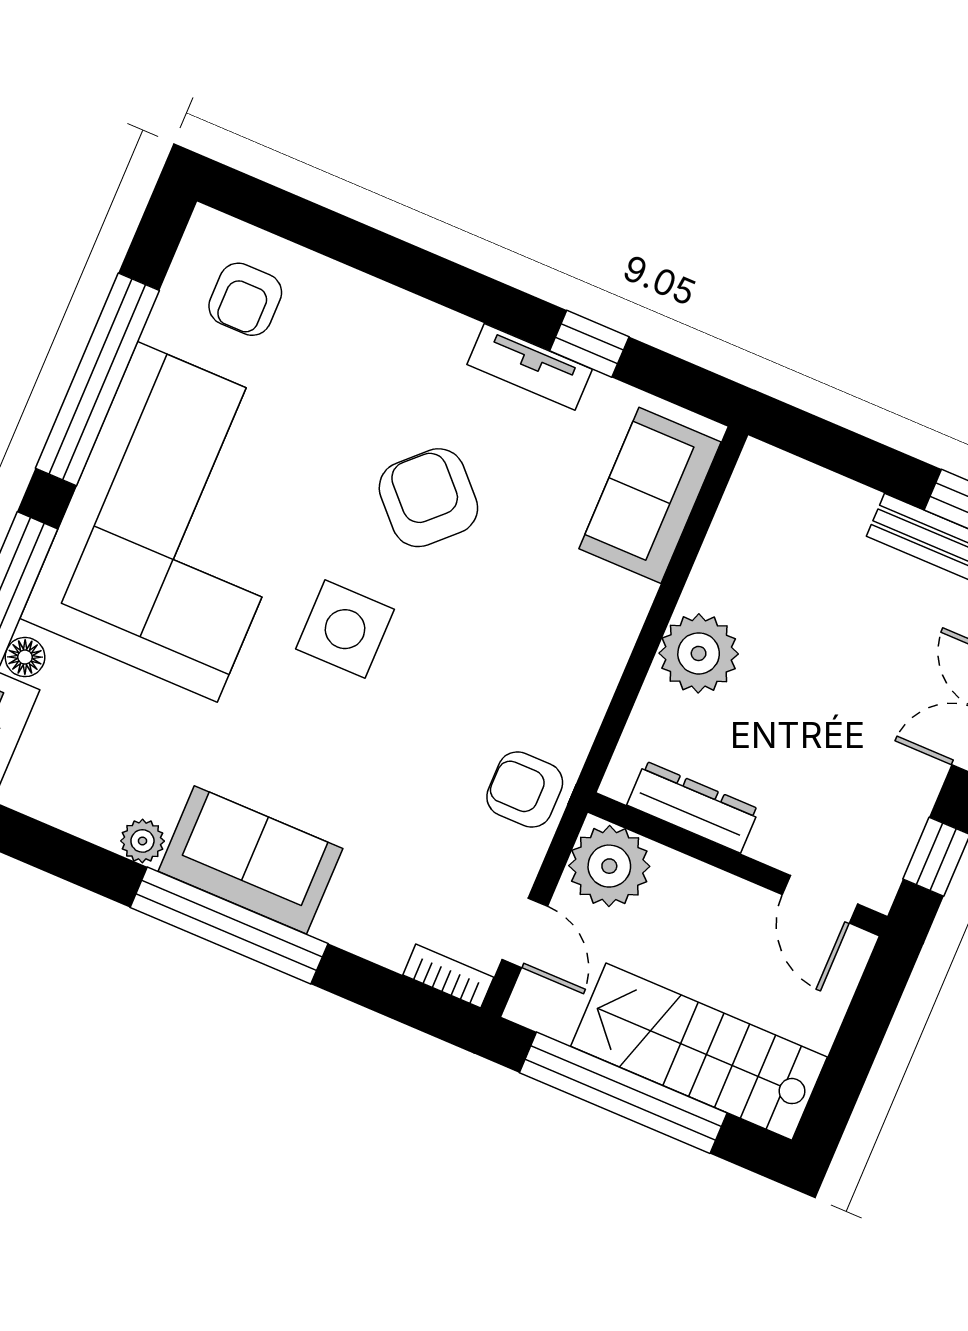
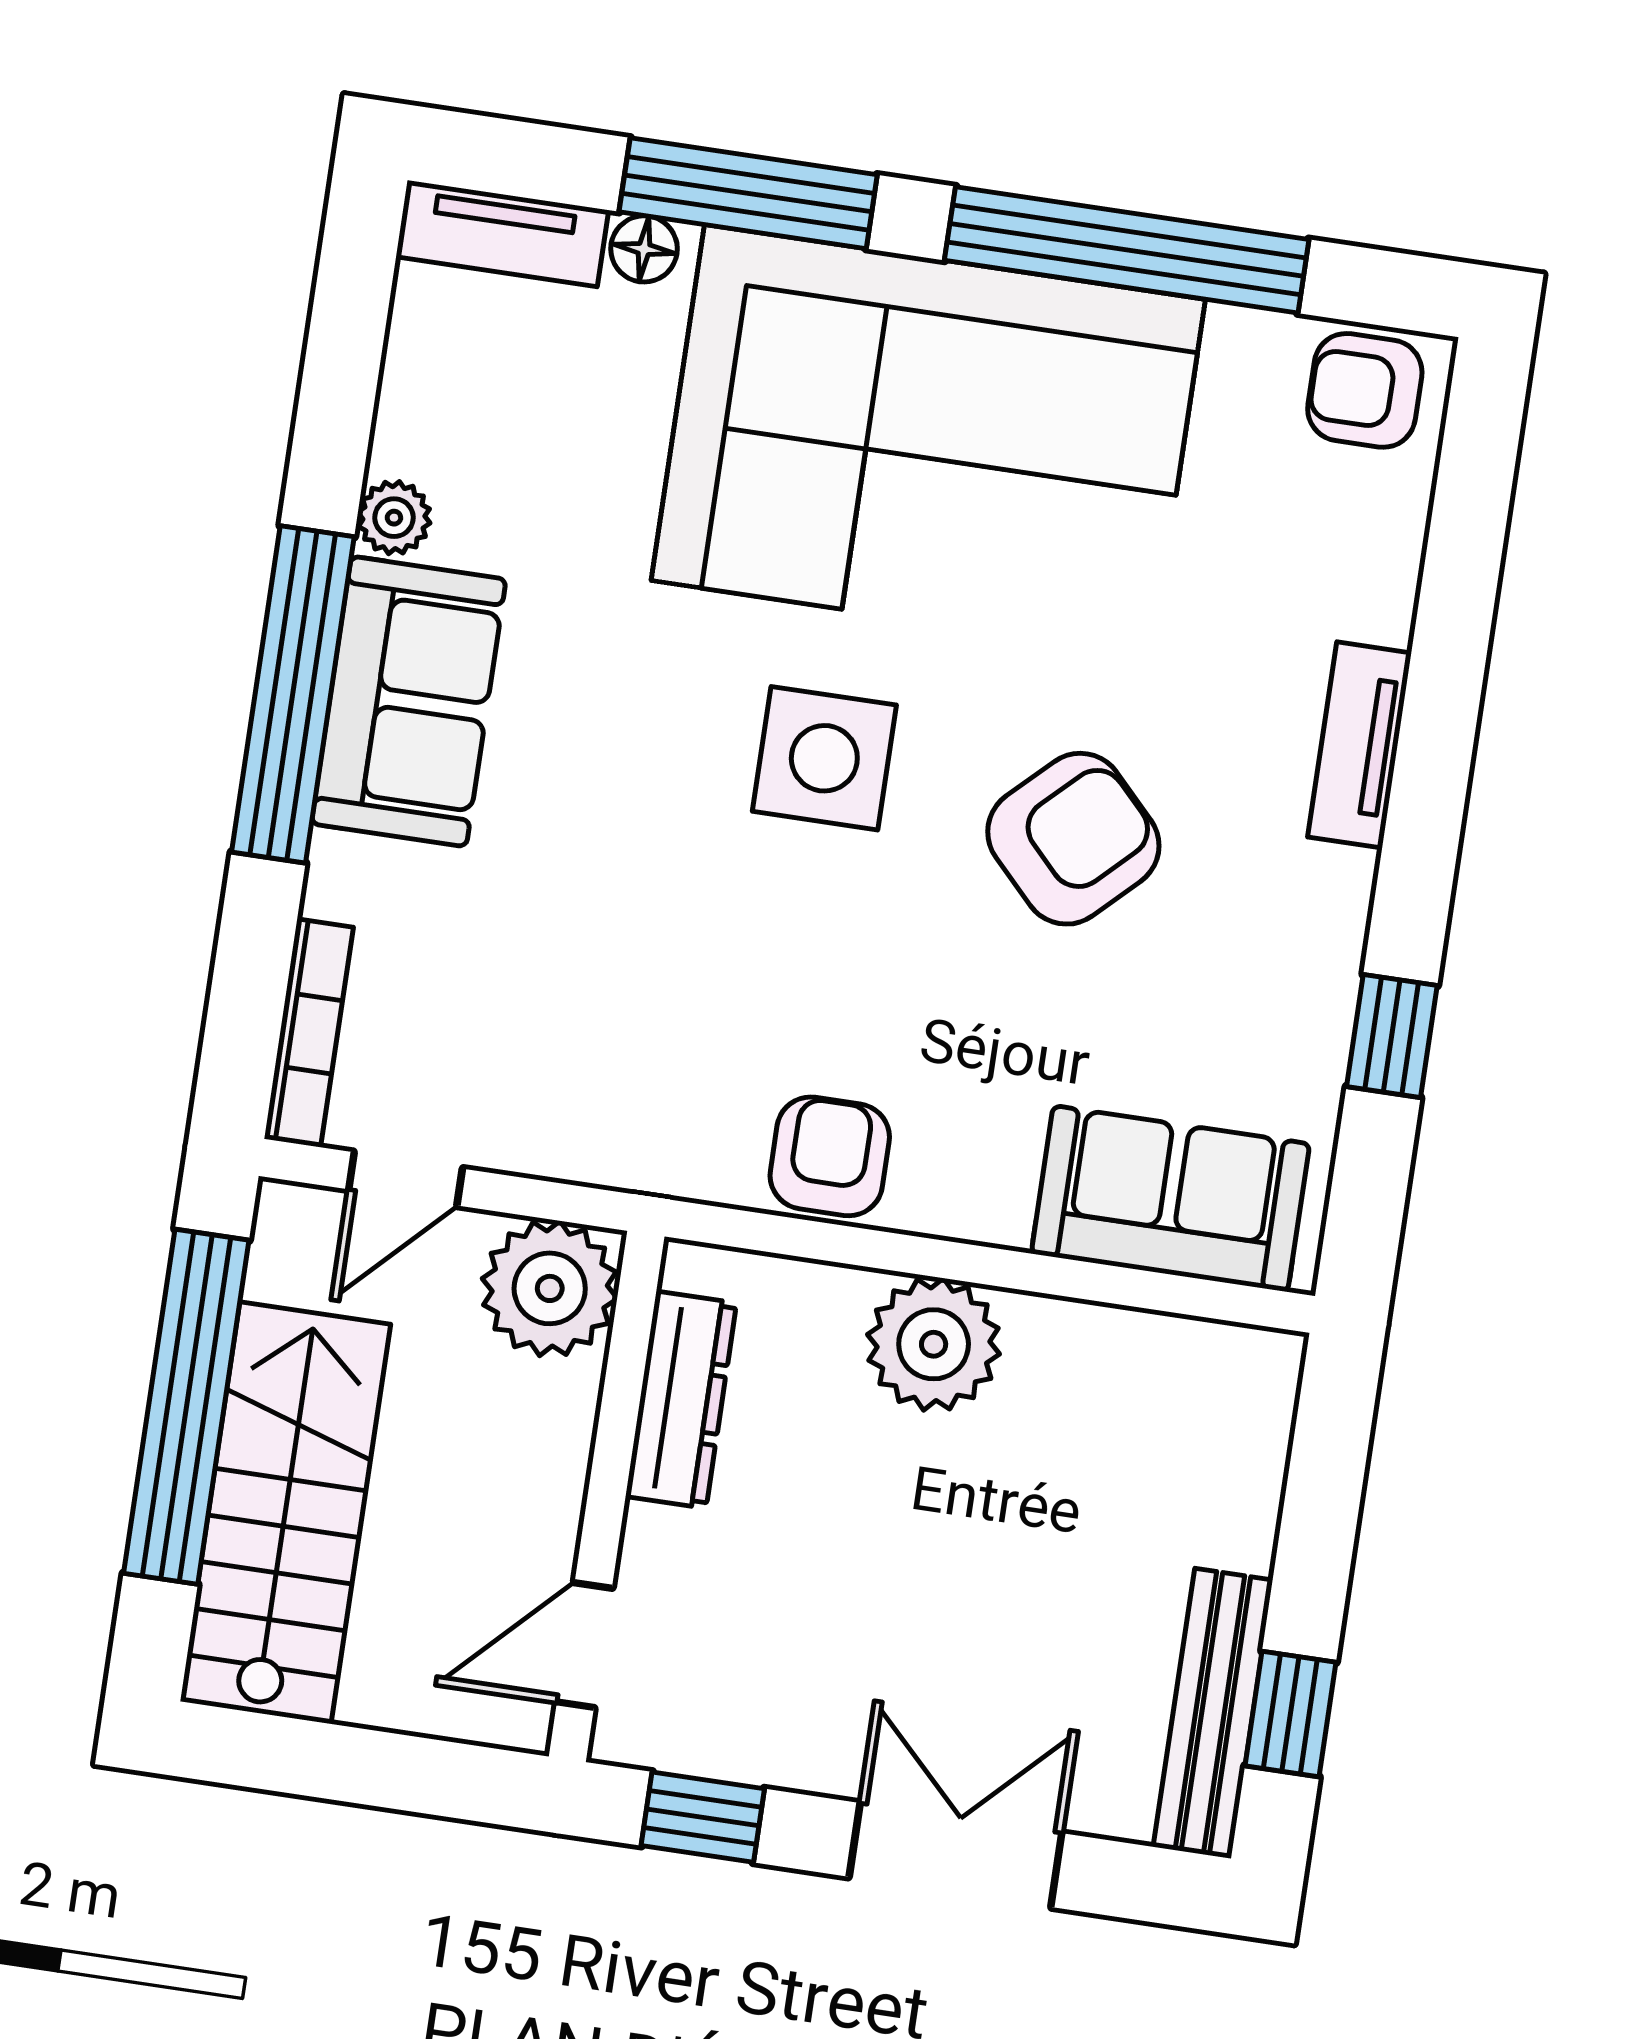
armchair: (245, 299) -> (1365, 390), moved
tv unit: (530, 367) -> (1359, 745), moved
armchair: (525, 790) -> (830, 1156), moved
bookcase: (448, 976) -> (309, 1033), width x1.56

